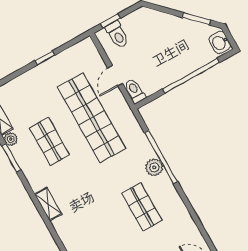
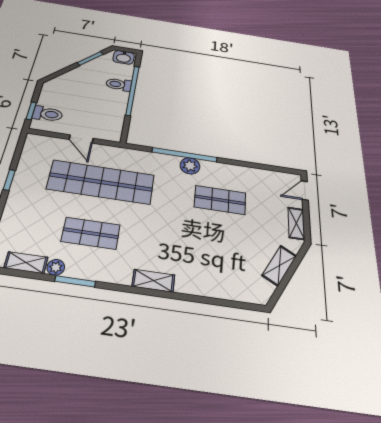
toilet: (135, 91) -> (119, 84), moved

